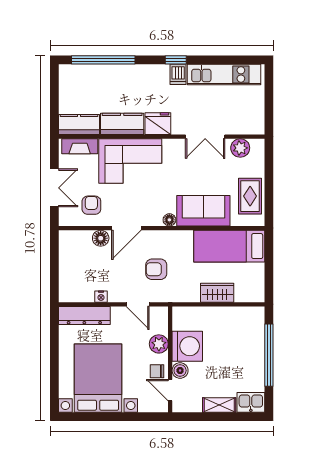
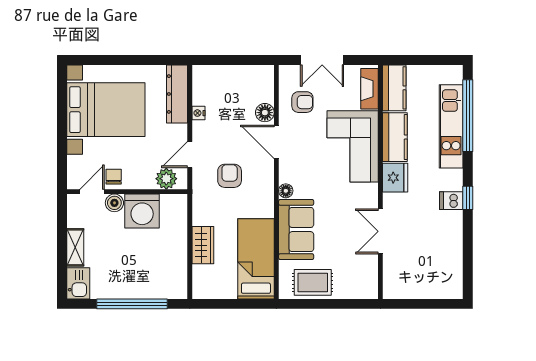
kitchen unit: (224, 74) -> (451, 126), moved
plant: (240, 148) -> (367, 271), removed
plant: (159, 344) -> (166, 179), moved

